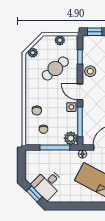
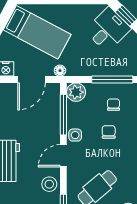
door: (80, 92) -> (63, 156), swing flipped
chair: (37, 110) -> (109, 132), moved
window: (55, 148) -> (112, 80), moved

